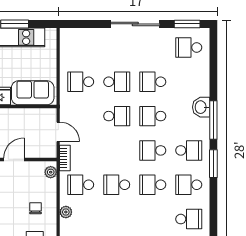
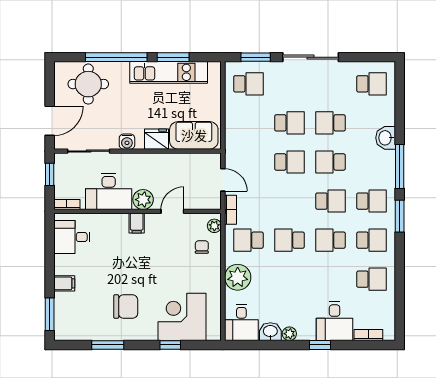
window: (187, 24) -> (256, 57), moved
school desk: (189, 47) -> (372, 84), turned 180
school desk: (81, 82) -> (248, 84), moved, turned 180
washbasin: (201, 107) -> (386, 138), moved
school desk: (153, 150) -> (330, 201), turned 180
school desk: (189, 185) -> (372, 240), turned 180
chair: (36, 208) -> (202, 247), moved
plant: (66, 212) -> (238, 277), width x1.88, depth x1.88

